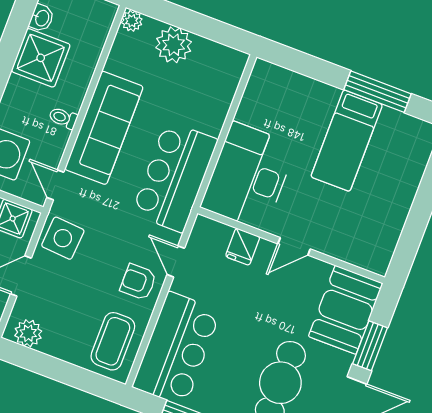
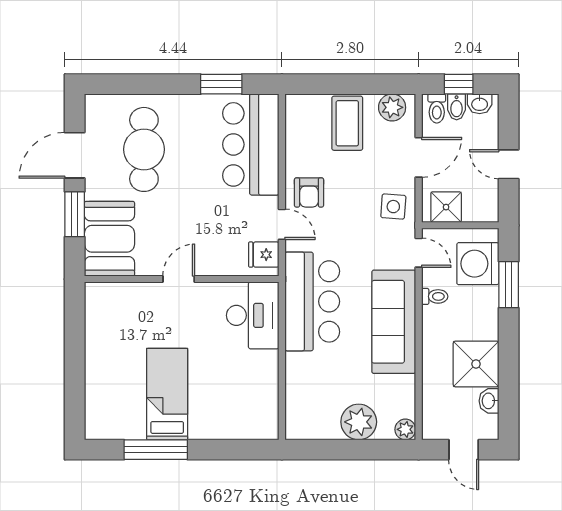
toilet: (63, 118) -> (435, 296), moved
desk: (248, 176) -> (253, 315), width x0.73, depth x0.77
side table: (63, 238) -> (393, 207), width x0.73, depth x0.73
fridge: (243, 247) -> (264, 255), moved, turned -90
armchair: (138, 282) -> (309, 192), turned 90
coffee table: (113, 341) -> (347, 123), moved

